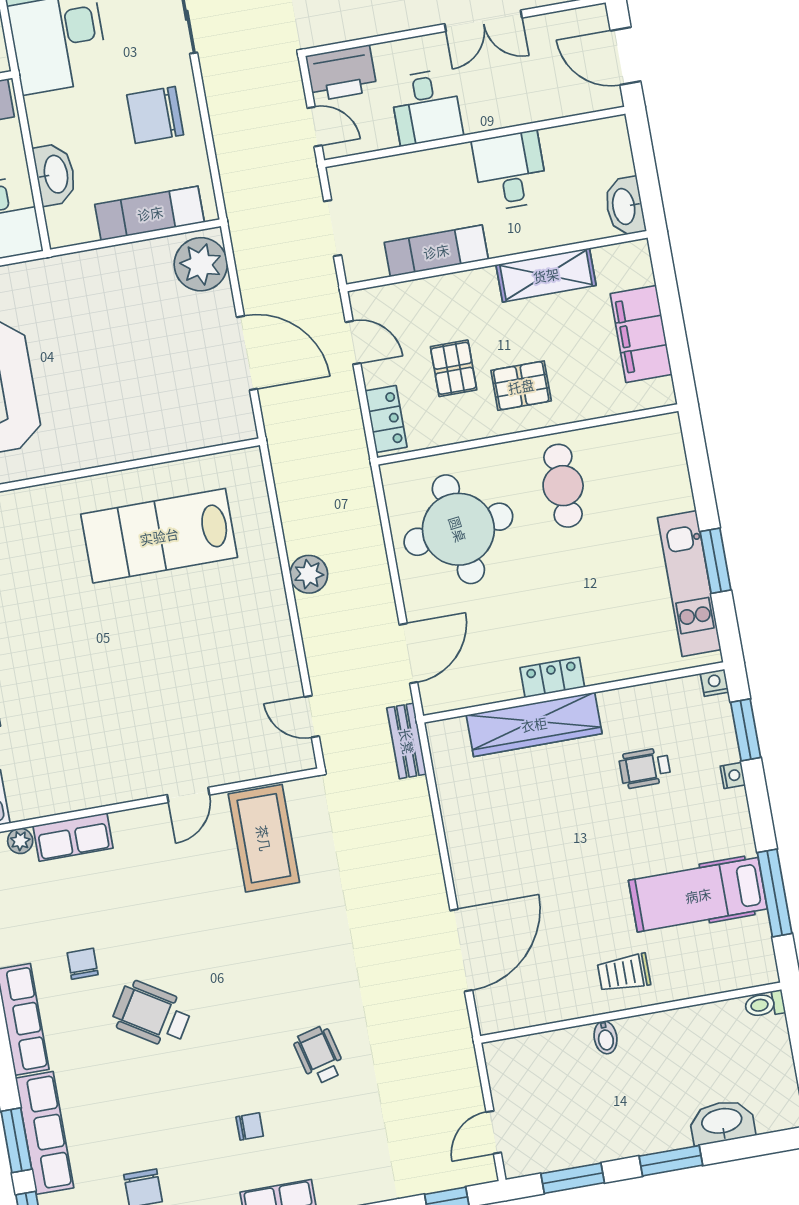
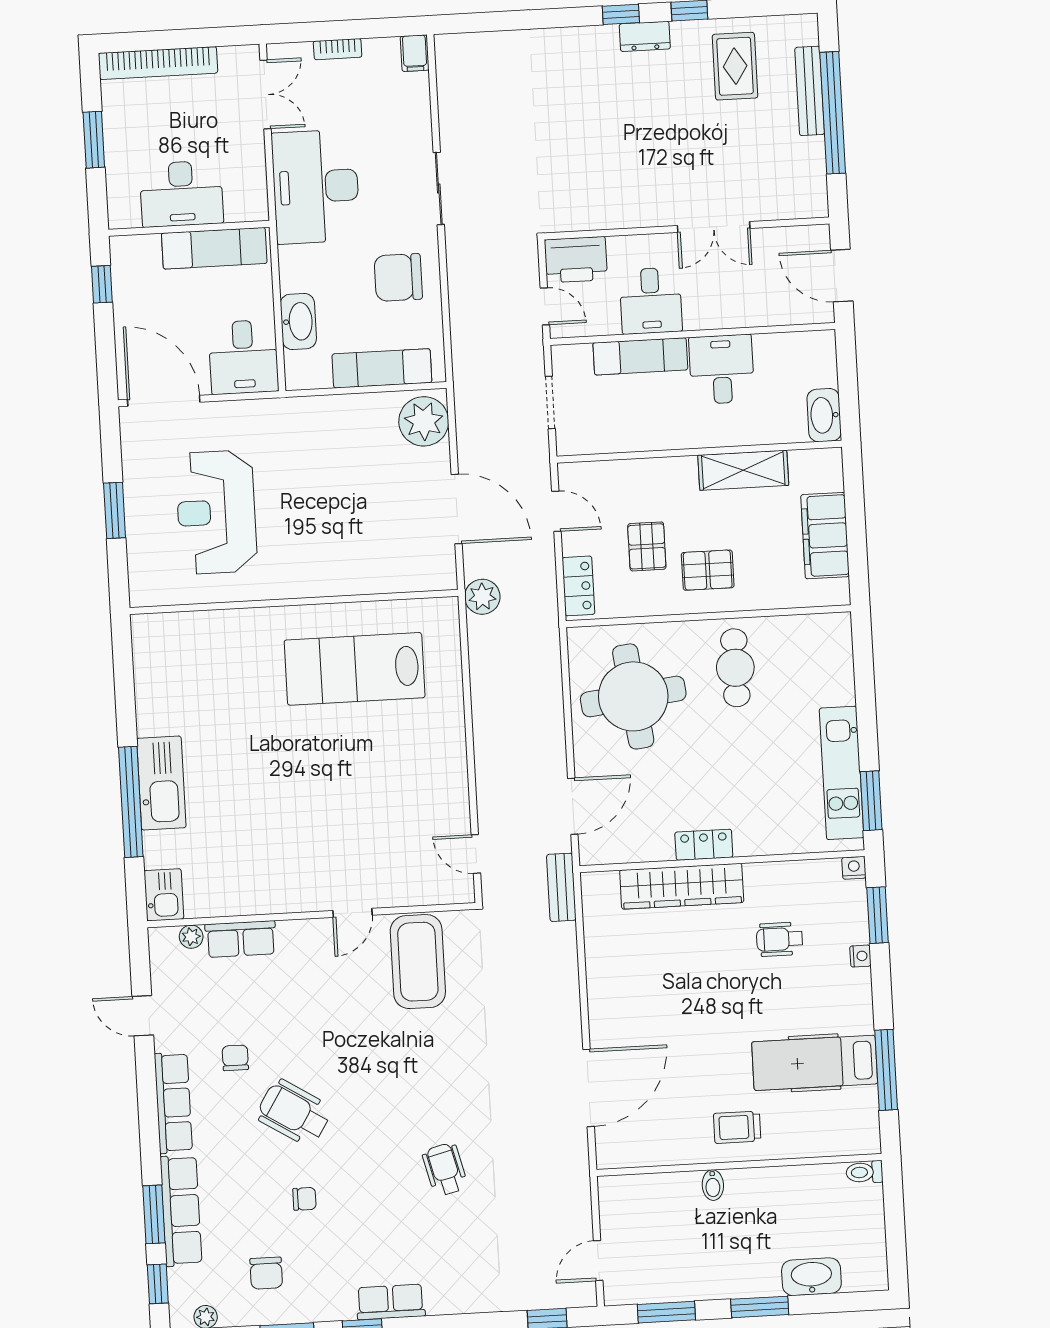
exam couch: (436, 251) -> (640, 356), moved, turned 180
window: (715, 561) -> (871, 801), moved
plant: (309, 574) -> (482, 597), moved
chair: (250, 1126) -> (304, 1199), moved

